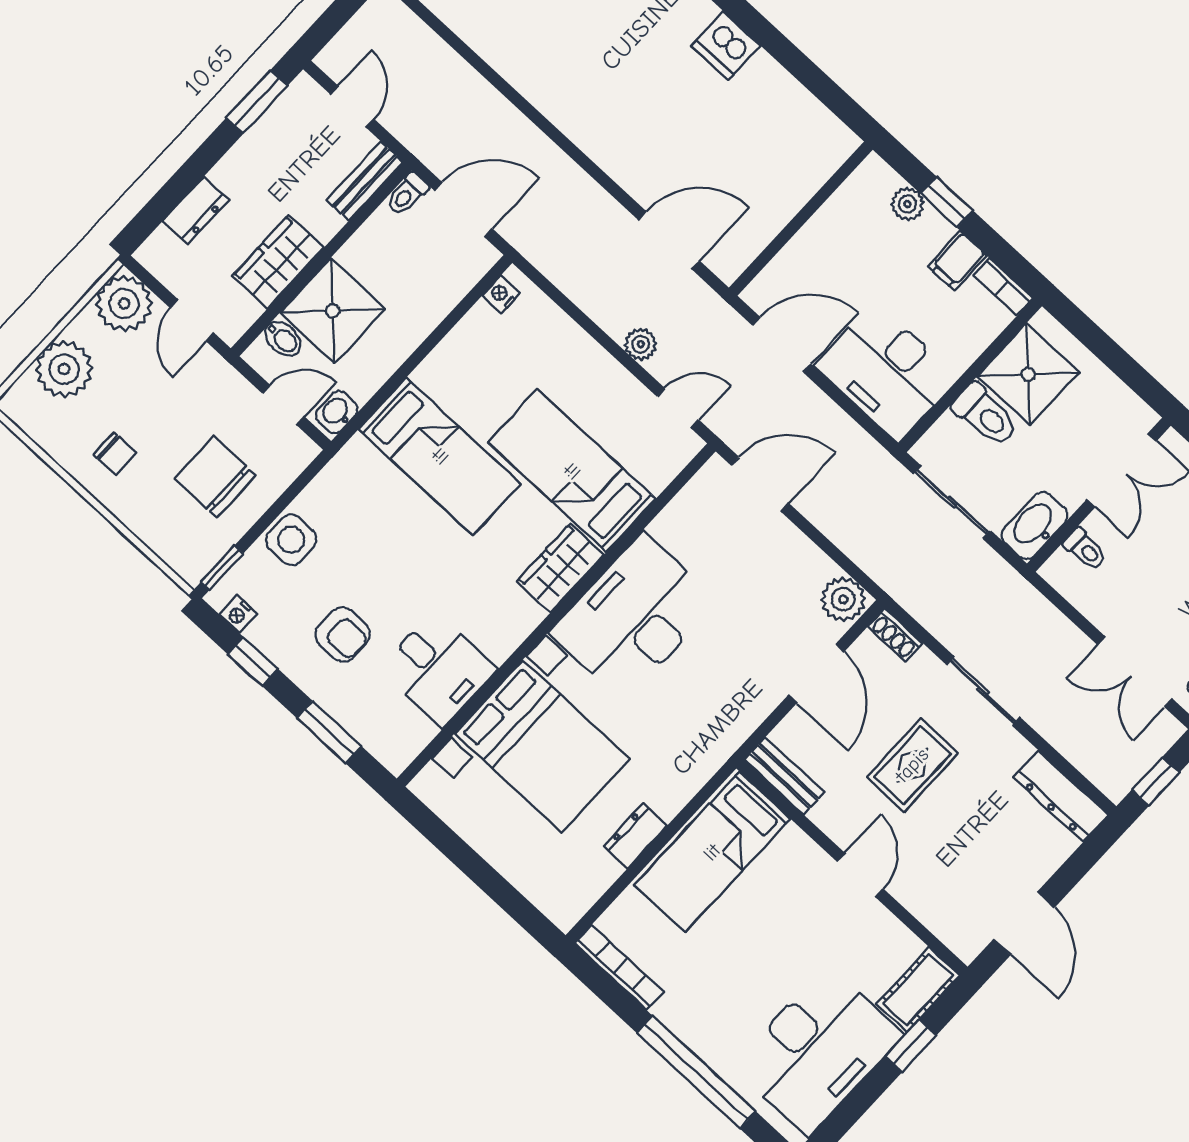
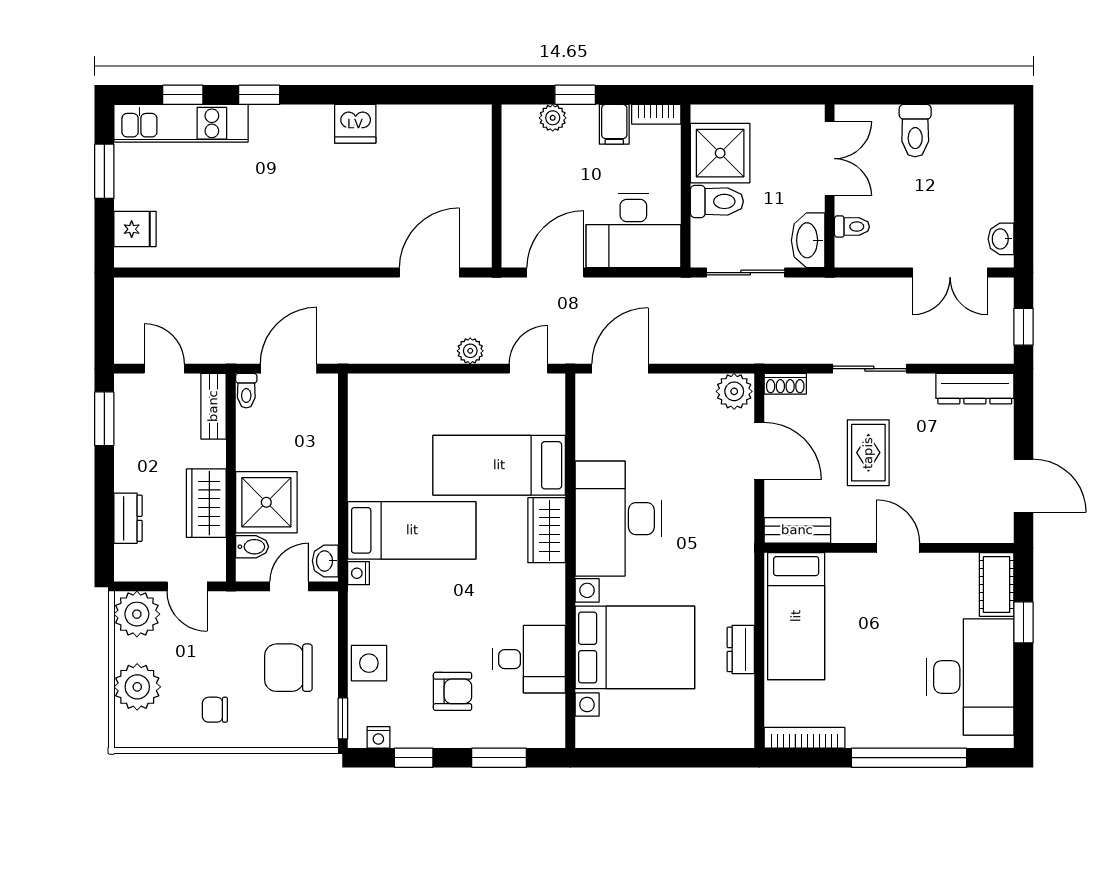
nightstand: (501, 294) -> (359, 573), moved
chair: (115, 454) -> (215, 710), turned 180

